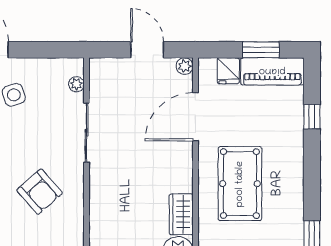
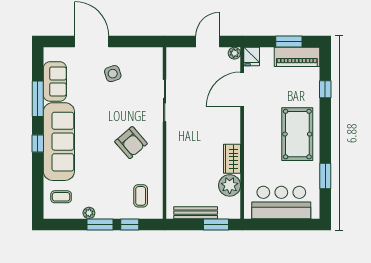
door: (147, 50) -> (208, 41), hinge flipped
fridge: (228, 71) -> (252, 56), moved
plant: (76, 84) -> (157, 66), removed
pool table: (240, 184) -> (297, 134), moved

